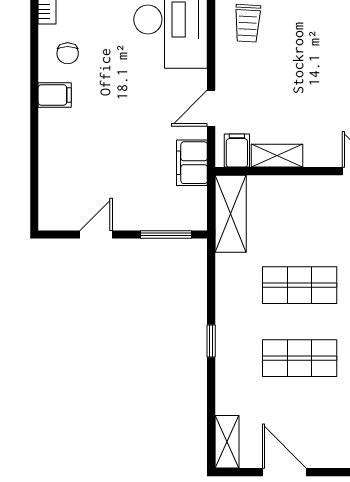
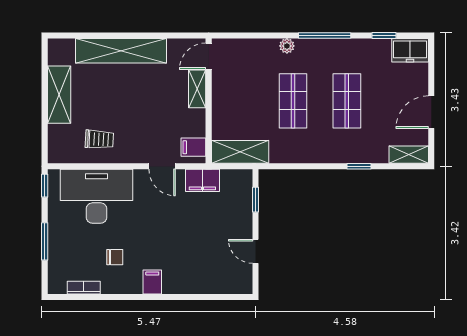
chair: (68, 53) -> (115, 257), moved
shelving: (277, 156) -> (197, 89), moved
window: (166, 234) -> (255, 200), width x0.67
window: (211, 341) -> (359, 166), moved

